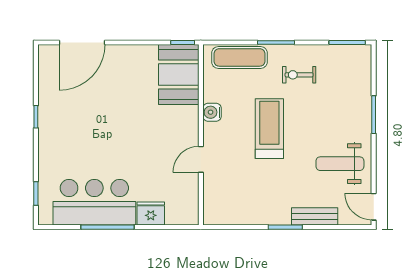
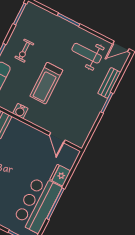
treadmill: (269, 129) -> (46, 83), turned -90
door: (201, 159) -> (57, 138), moved
weight bench: (340, 164) -> (87, 53), turned 90

